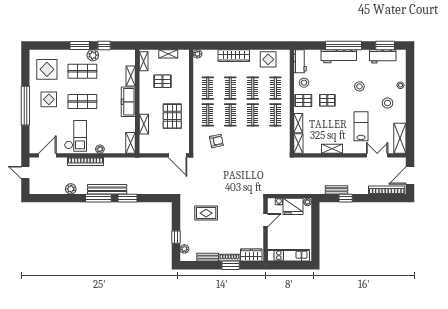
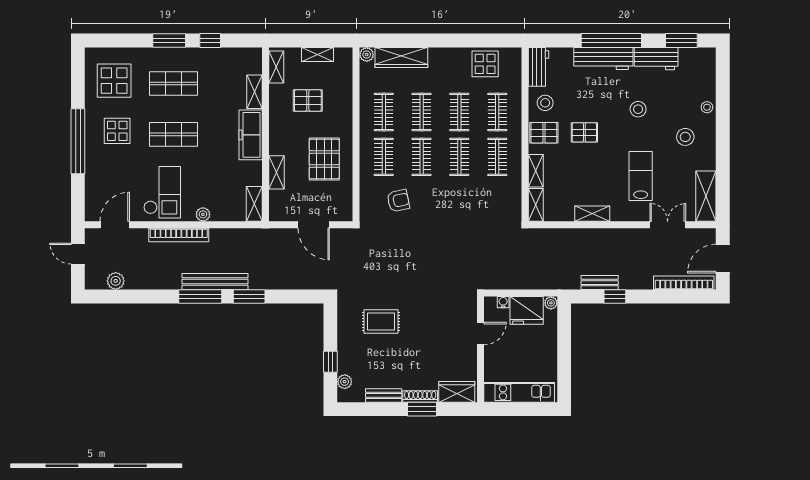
plant: (93, 55) -> (191, 57), removed
wardrobe: (234, 56) -> (401, 58), moved
workbench: (383, 56) -> (656, 59), moved
door: (177, 155) -> (314, 225), moved
plant: (71, 189) -> (116, 281), moved

